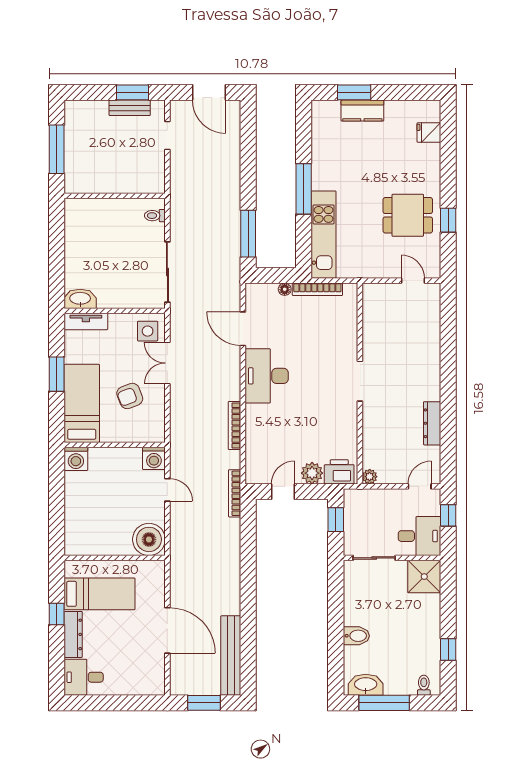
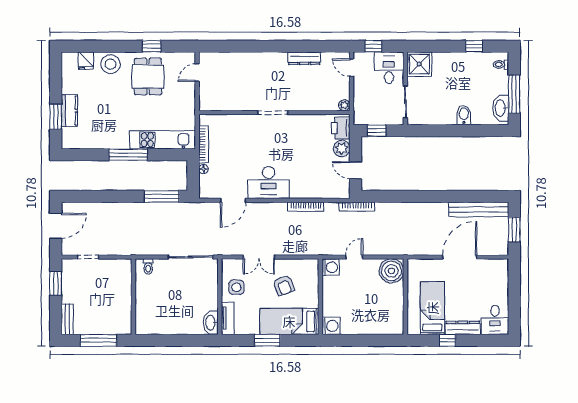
bench: (130, 108) -> (67, 319), moved
stool: (424, 165) -> (111, 64), added
side table: (148, 331) -> (236, 287), moved

